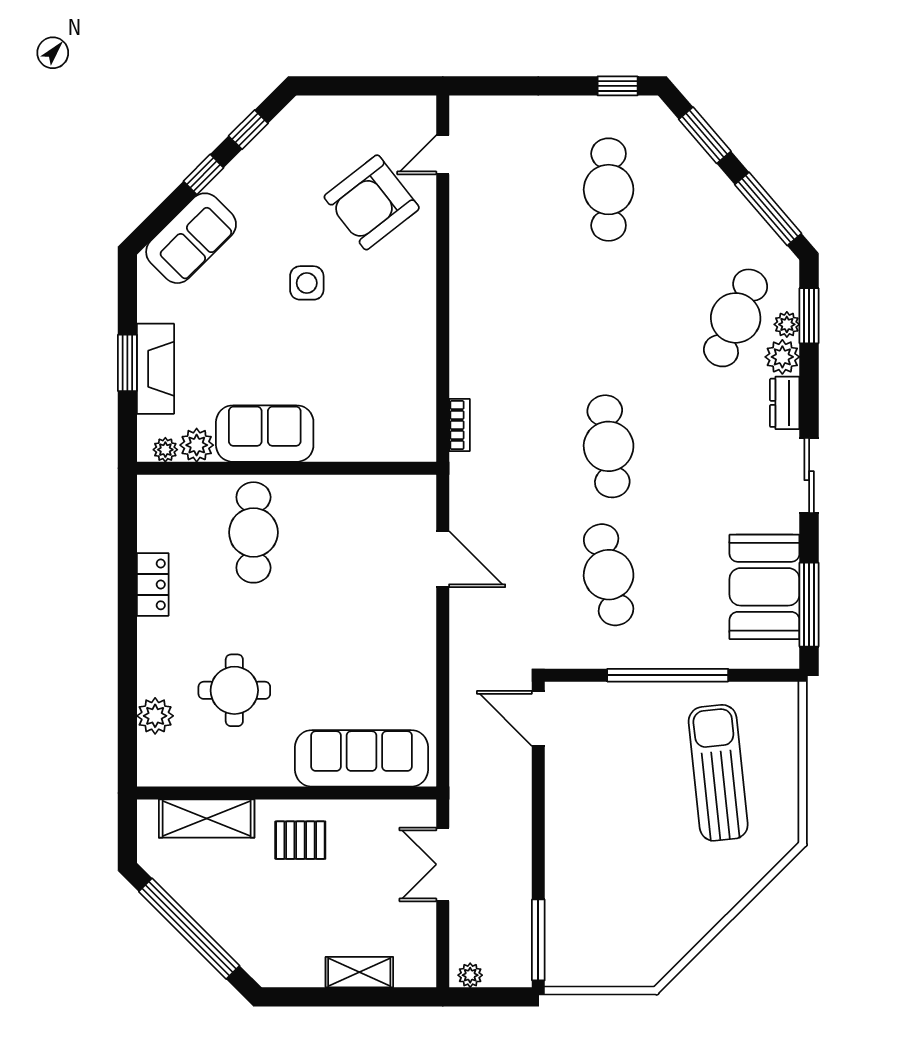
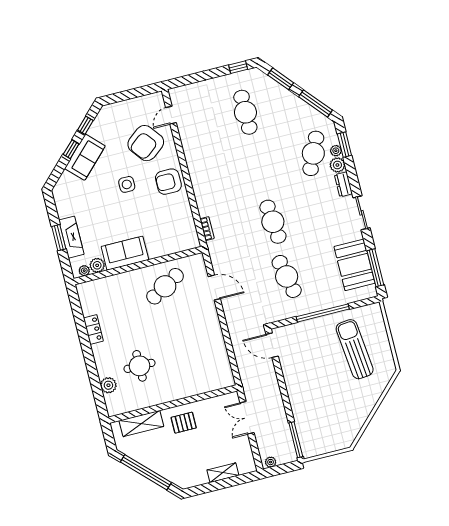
sofa: (191, 238) -> (85, 157), moved
armchair: (400, 300) -> (168, 182), added
cafe table: (253, 532) -> (165, 286), moved, turned 60
sofa: (362, 758) -> (201, 381), removed

